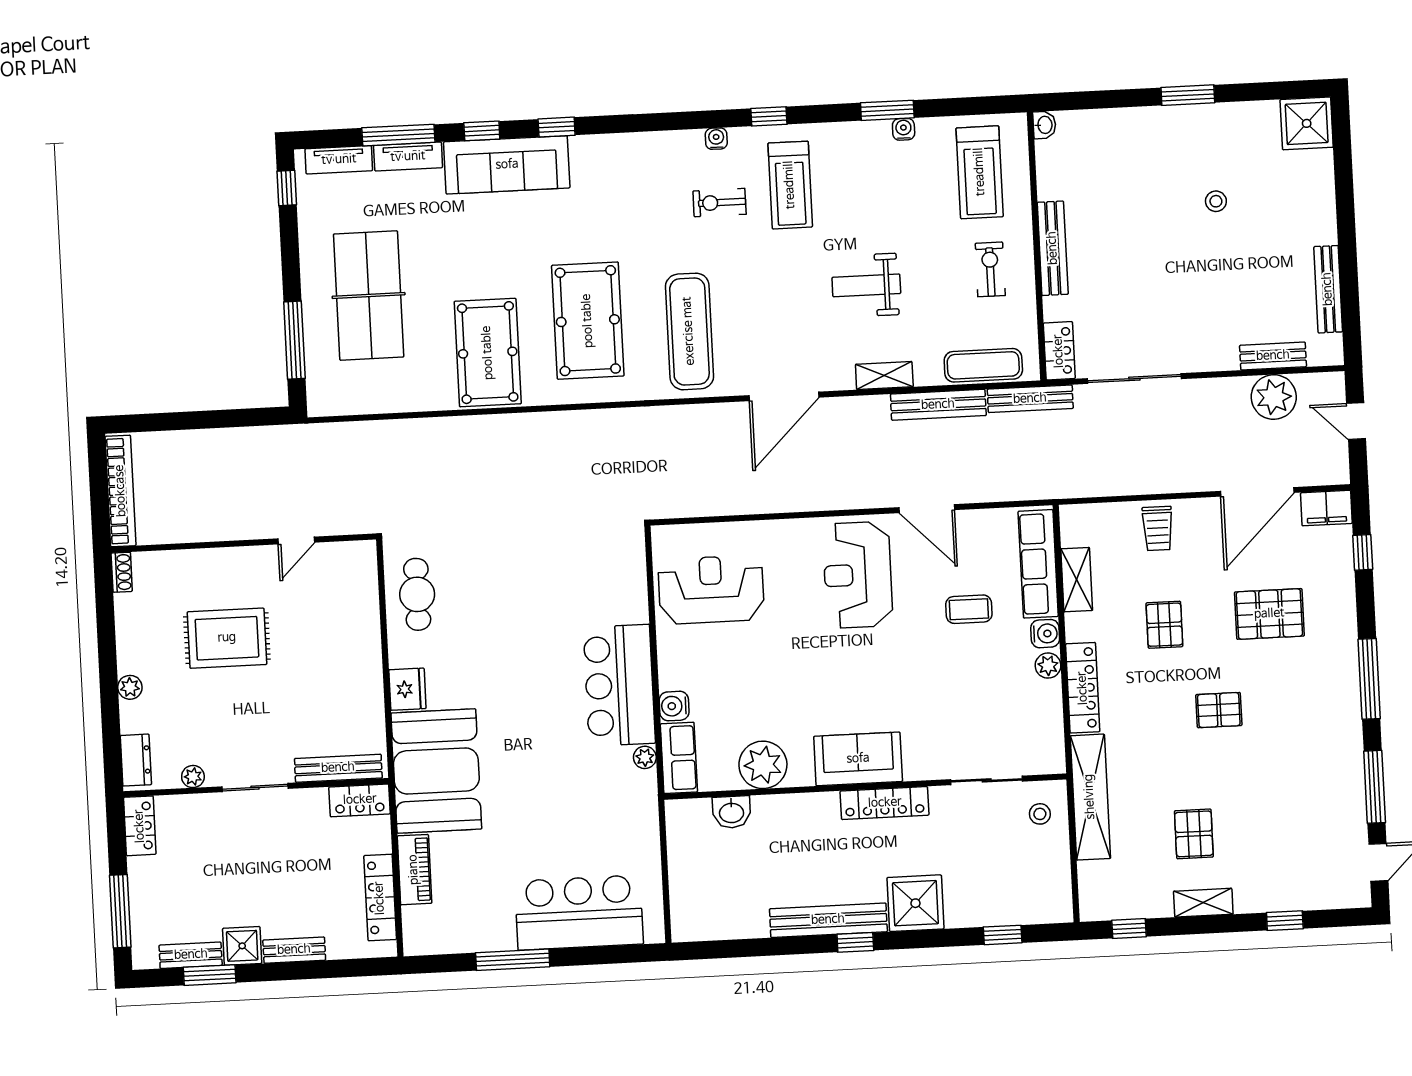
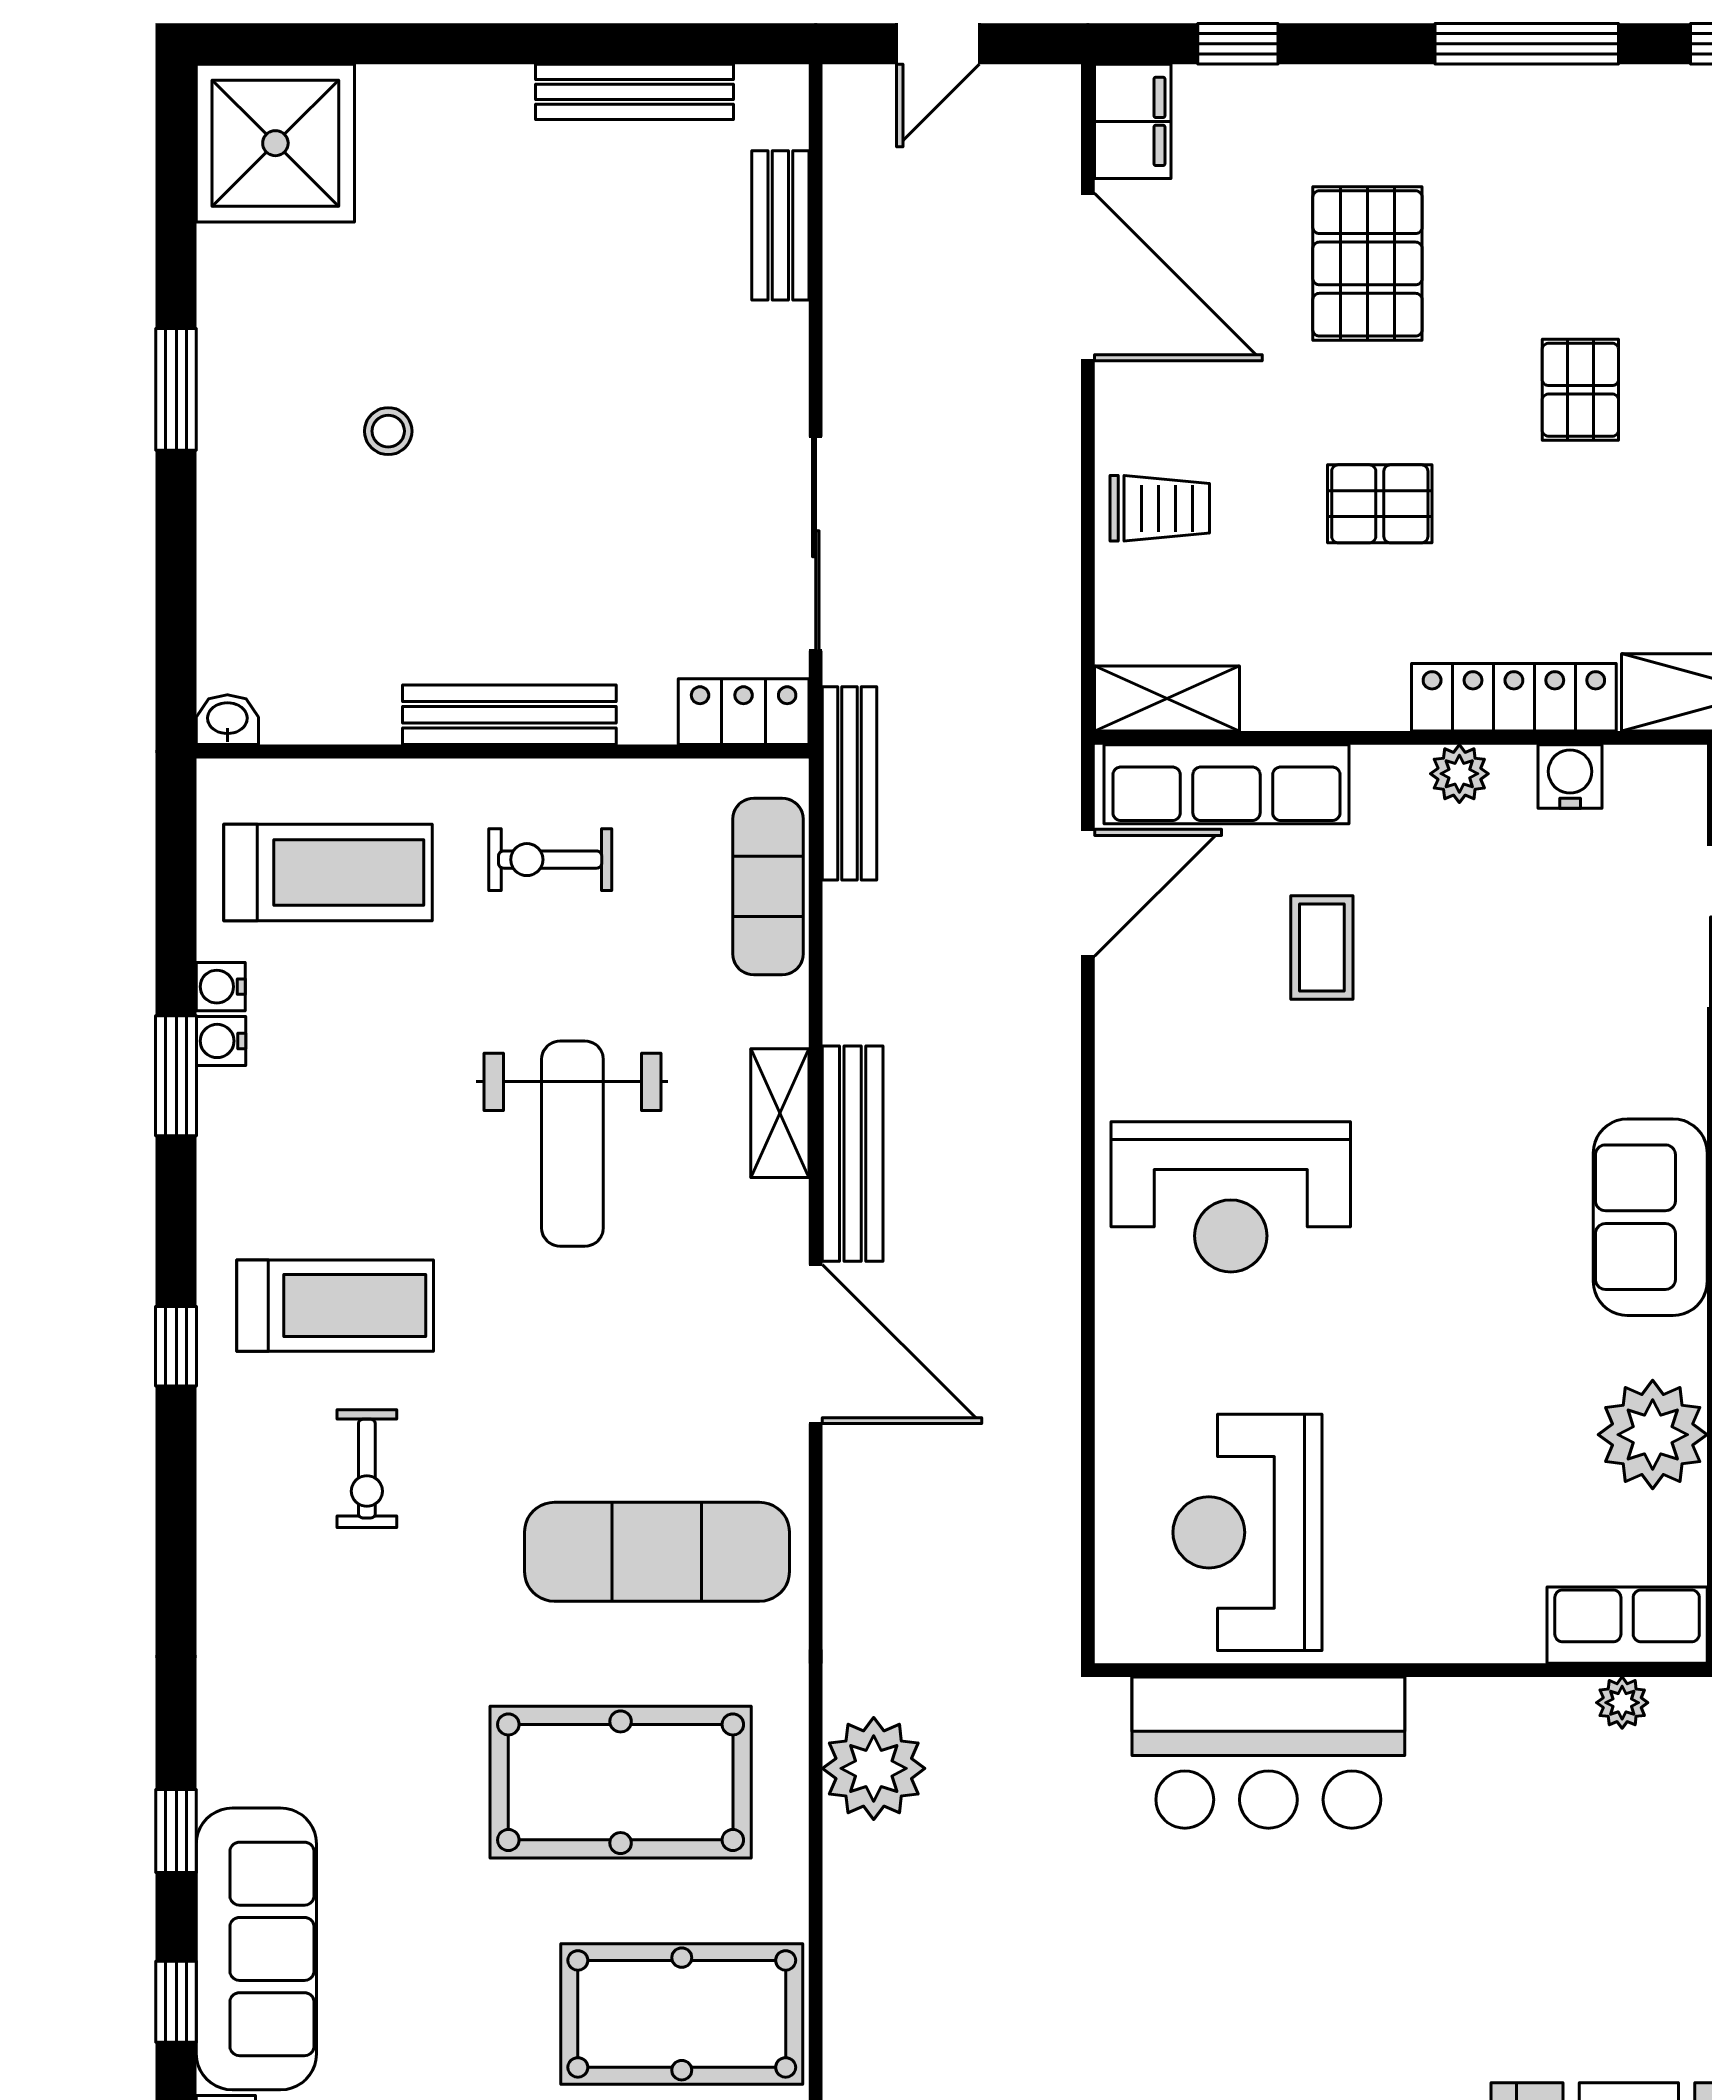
shower: (1307, 123) -> (275, 143), width x1.37, depth x1.37
water cooler: (716, 139) -> (221, 987), moved
stool: (1216, 201) -> (388, 431), moved
weight bench: (866, 285) -> (572, 1144), width x1.36, depth x1.33
plant: (1274, 397) -> (874, 1768), moved
bench: (938, 405) -> (853, 1154), moved
door: (927, 509) -> (1088, 893), moved
shelving: (1077, 580) -> (1167, 699), moved
water cooler: (1045, 634) -> (1570, 777), moved
bar counter: (619, 685) -> (1268, 1753), moved
water cooler: (674, 706) -> (1508, 1630), removed

